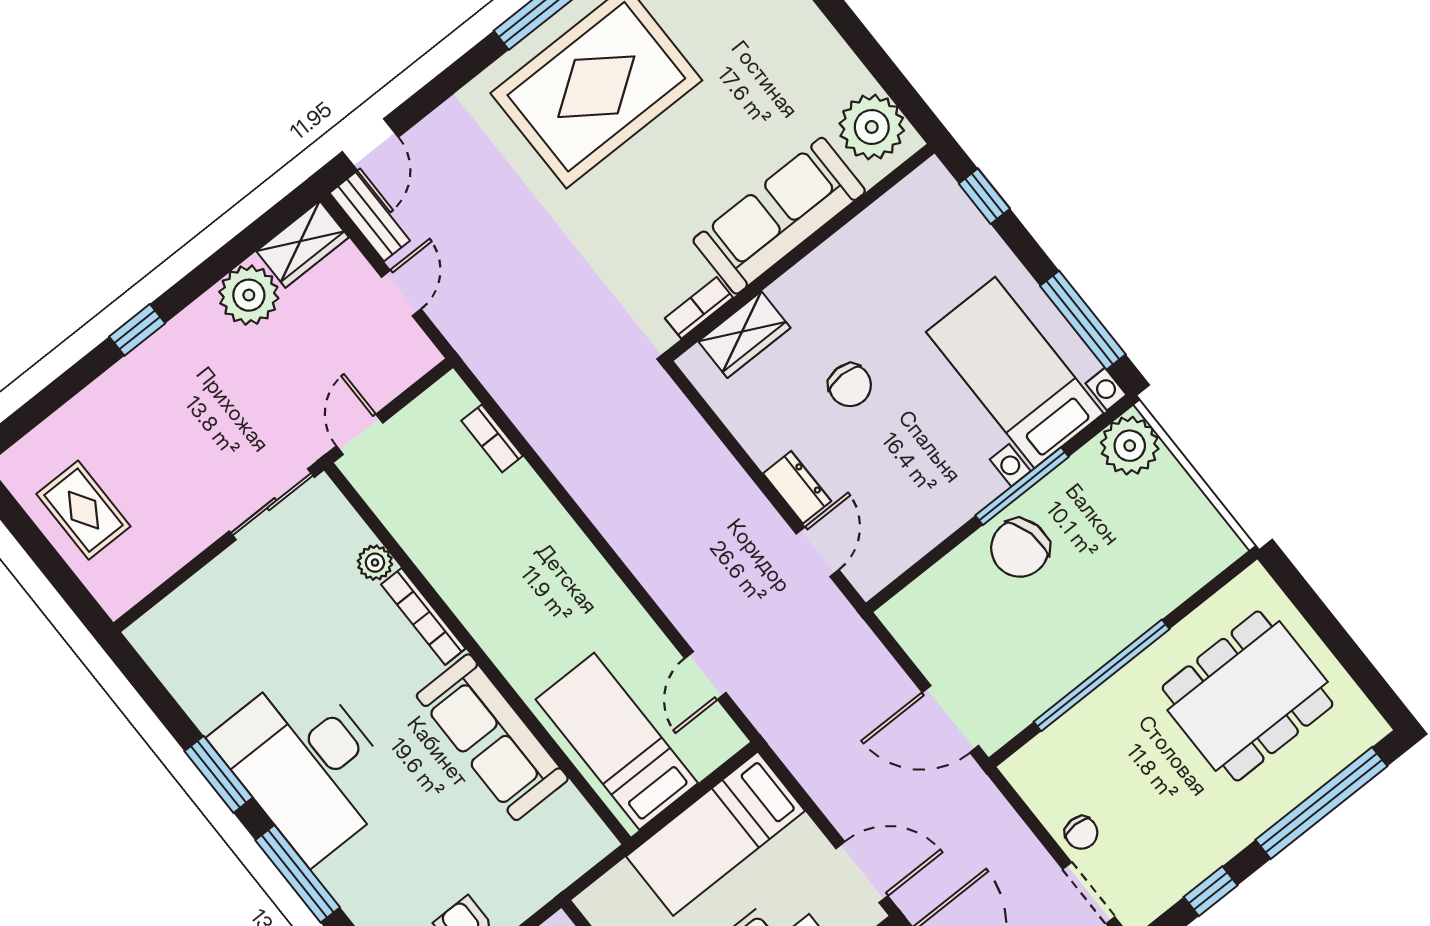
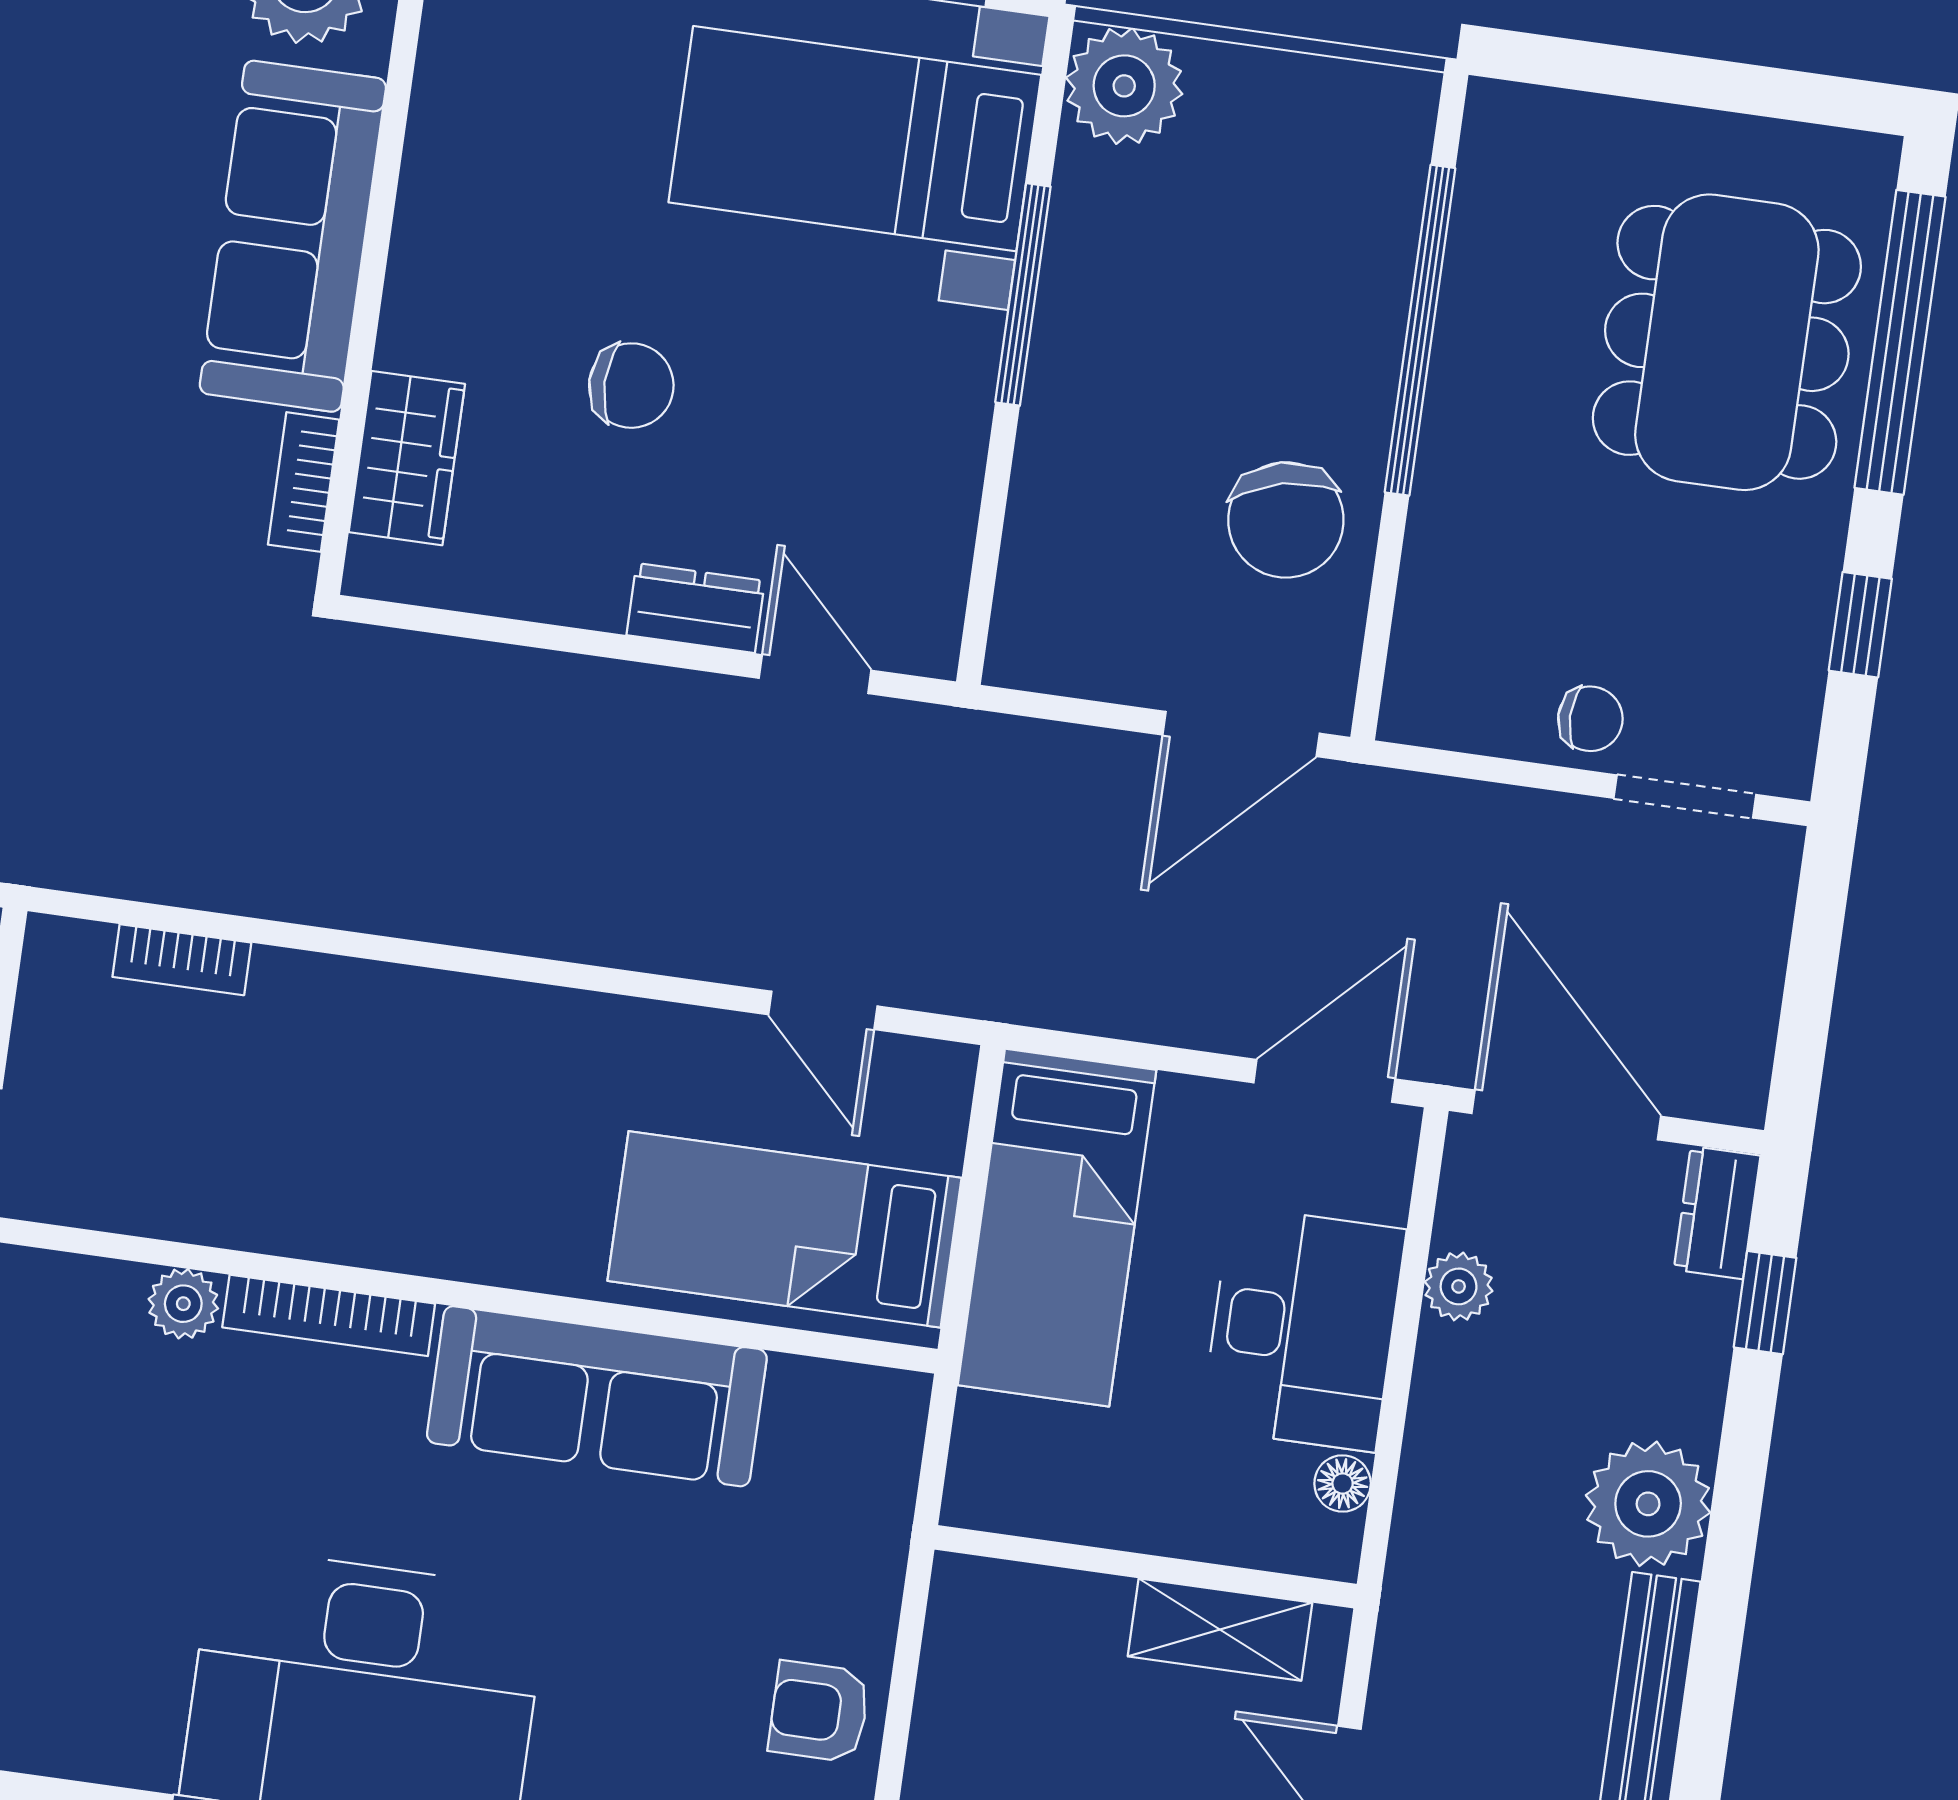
chair: (1020, 548) -> (1286, 520), moved
window: (1102, 675) -> (1420, 330), moved
dining table: (1248, 696) -> (1727, 342), moved

